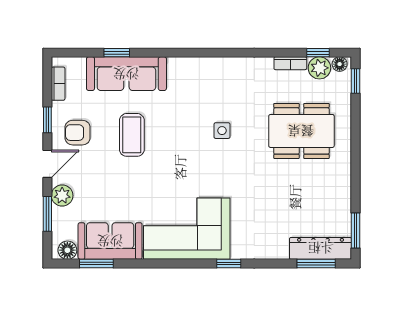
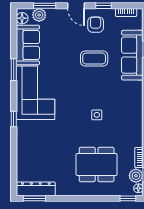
dining table: (301, 131) -> (97, 164), turned 90
plant: (62, 196) -> (39, 15), moved
dresser: (321, 248) -> (36, 189), moved, turned -90
window: (96, 264) -> (14, 70), moved
window: (316, 264) -> (14, 174), removed

